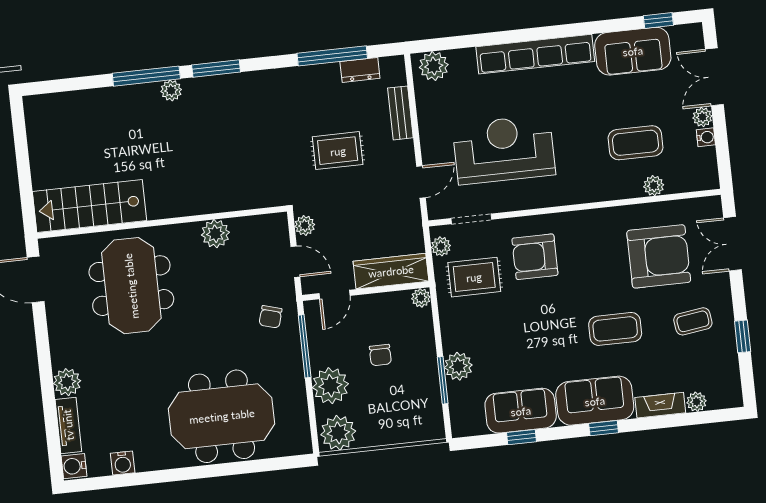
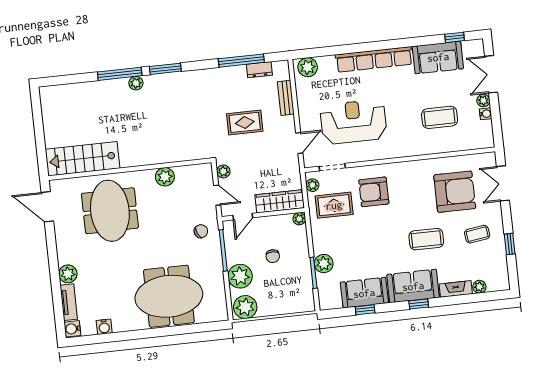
plant: (654, 186) -> (451, 145), removed
chair: (271, 317) -> (201, 231), turned -130

